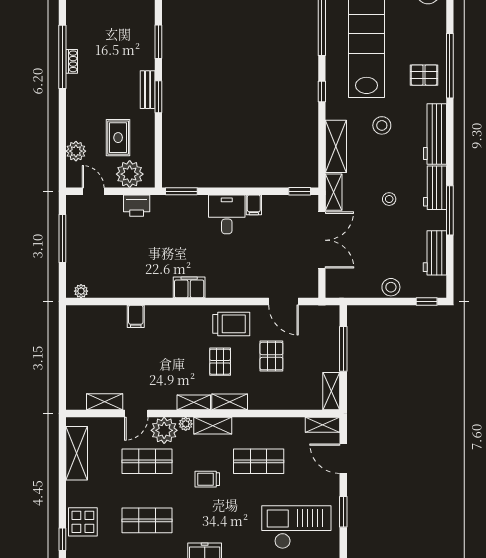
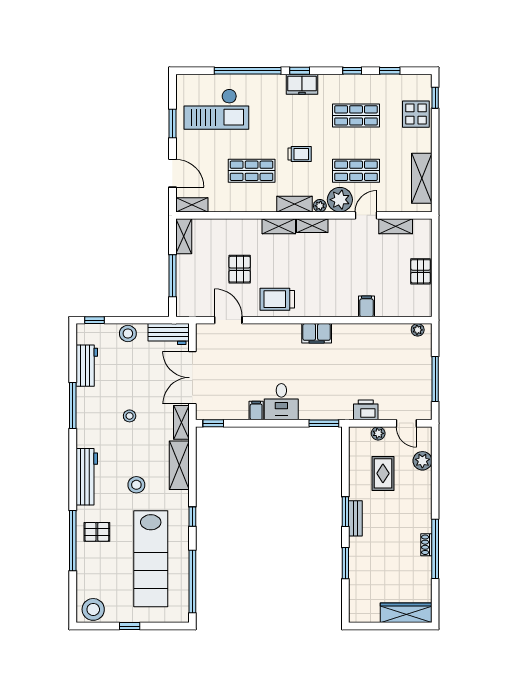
plant: (130, 174) -> (378, 433), width x0.53, depth x0.53
workbench: (435, 188) -> (169, 334), moved, turned 90
pallet: (220, 362) -> (421, 271), moved

